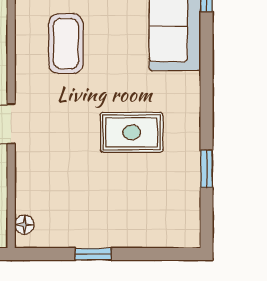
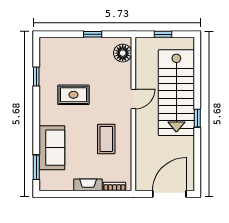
floor lamp: (24, 225) -> (123, 53), width x1.89, depth x1.89

